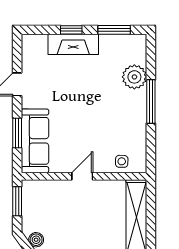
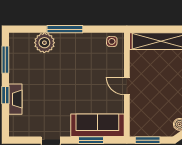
fireplace: (73, 44) -> (15, 99), width x0.73, depth x0.76
side table: (122, 161) -> (112, 41), moved

